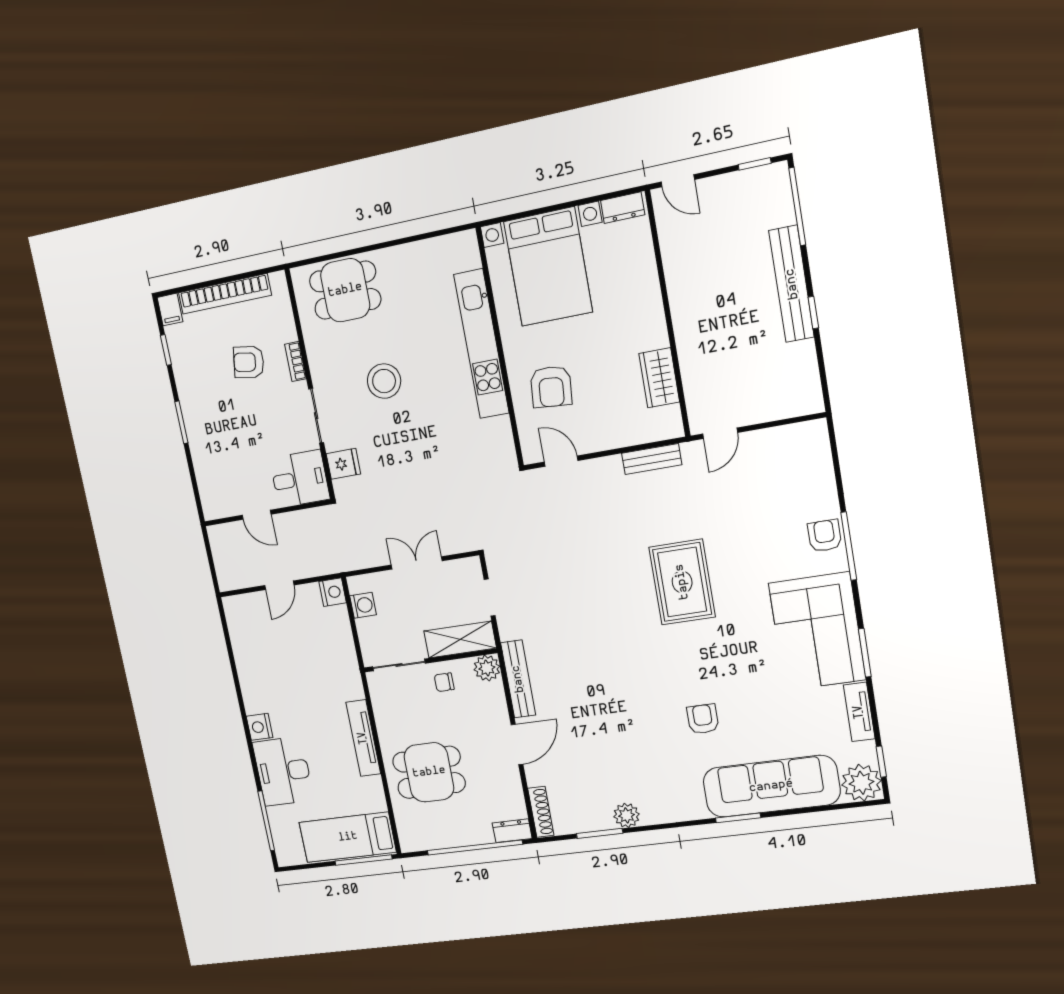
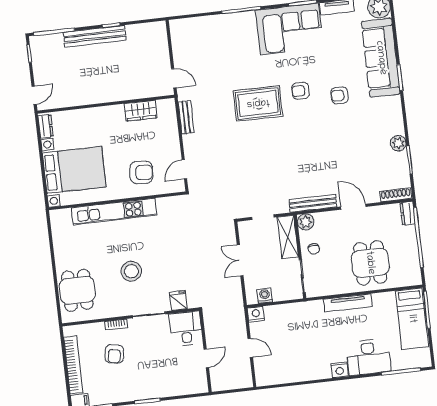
armchair: (825, 536) -> (301, 91), moved

